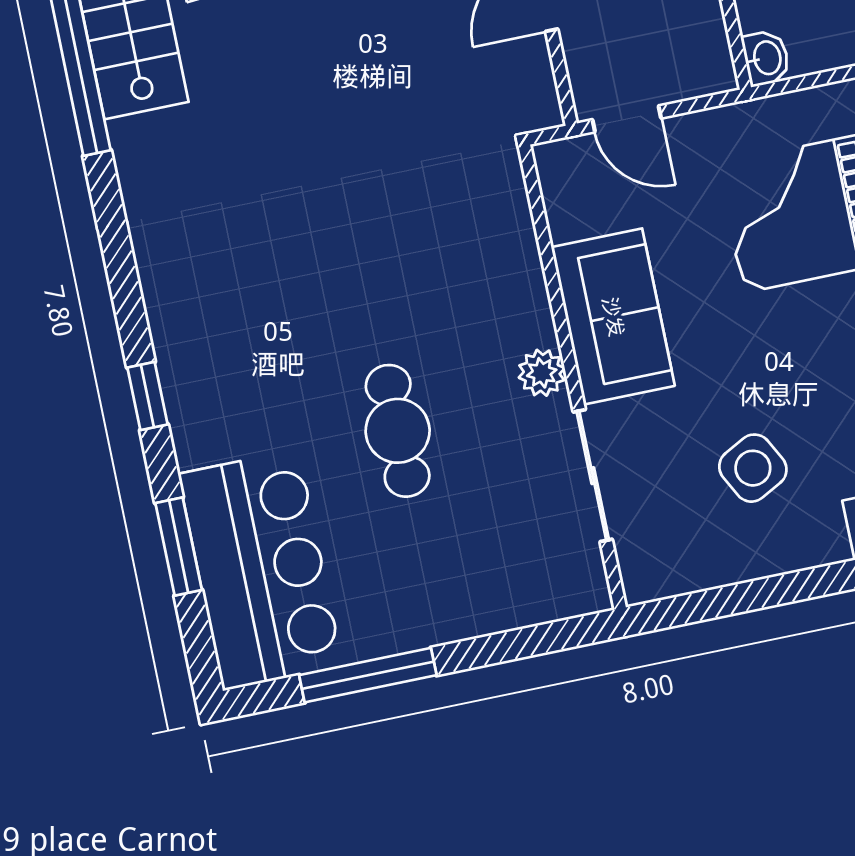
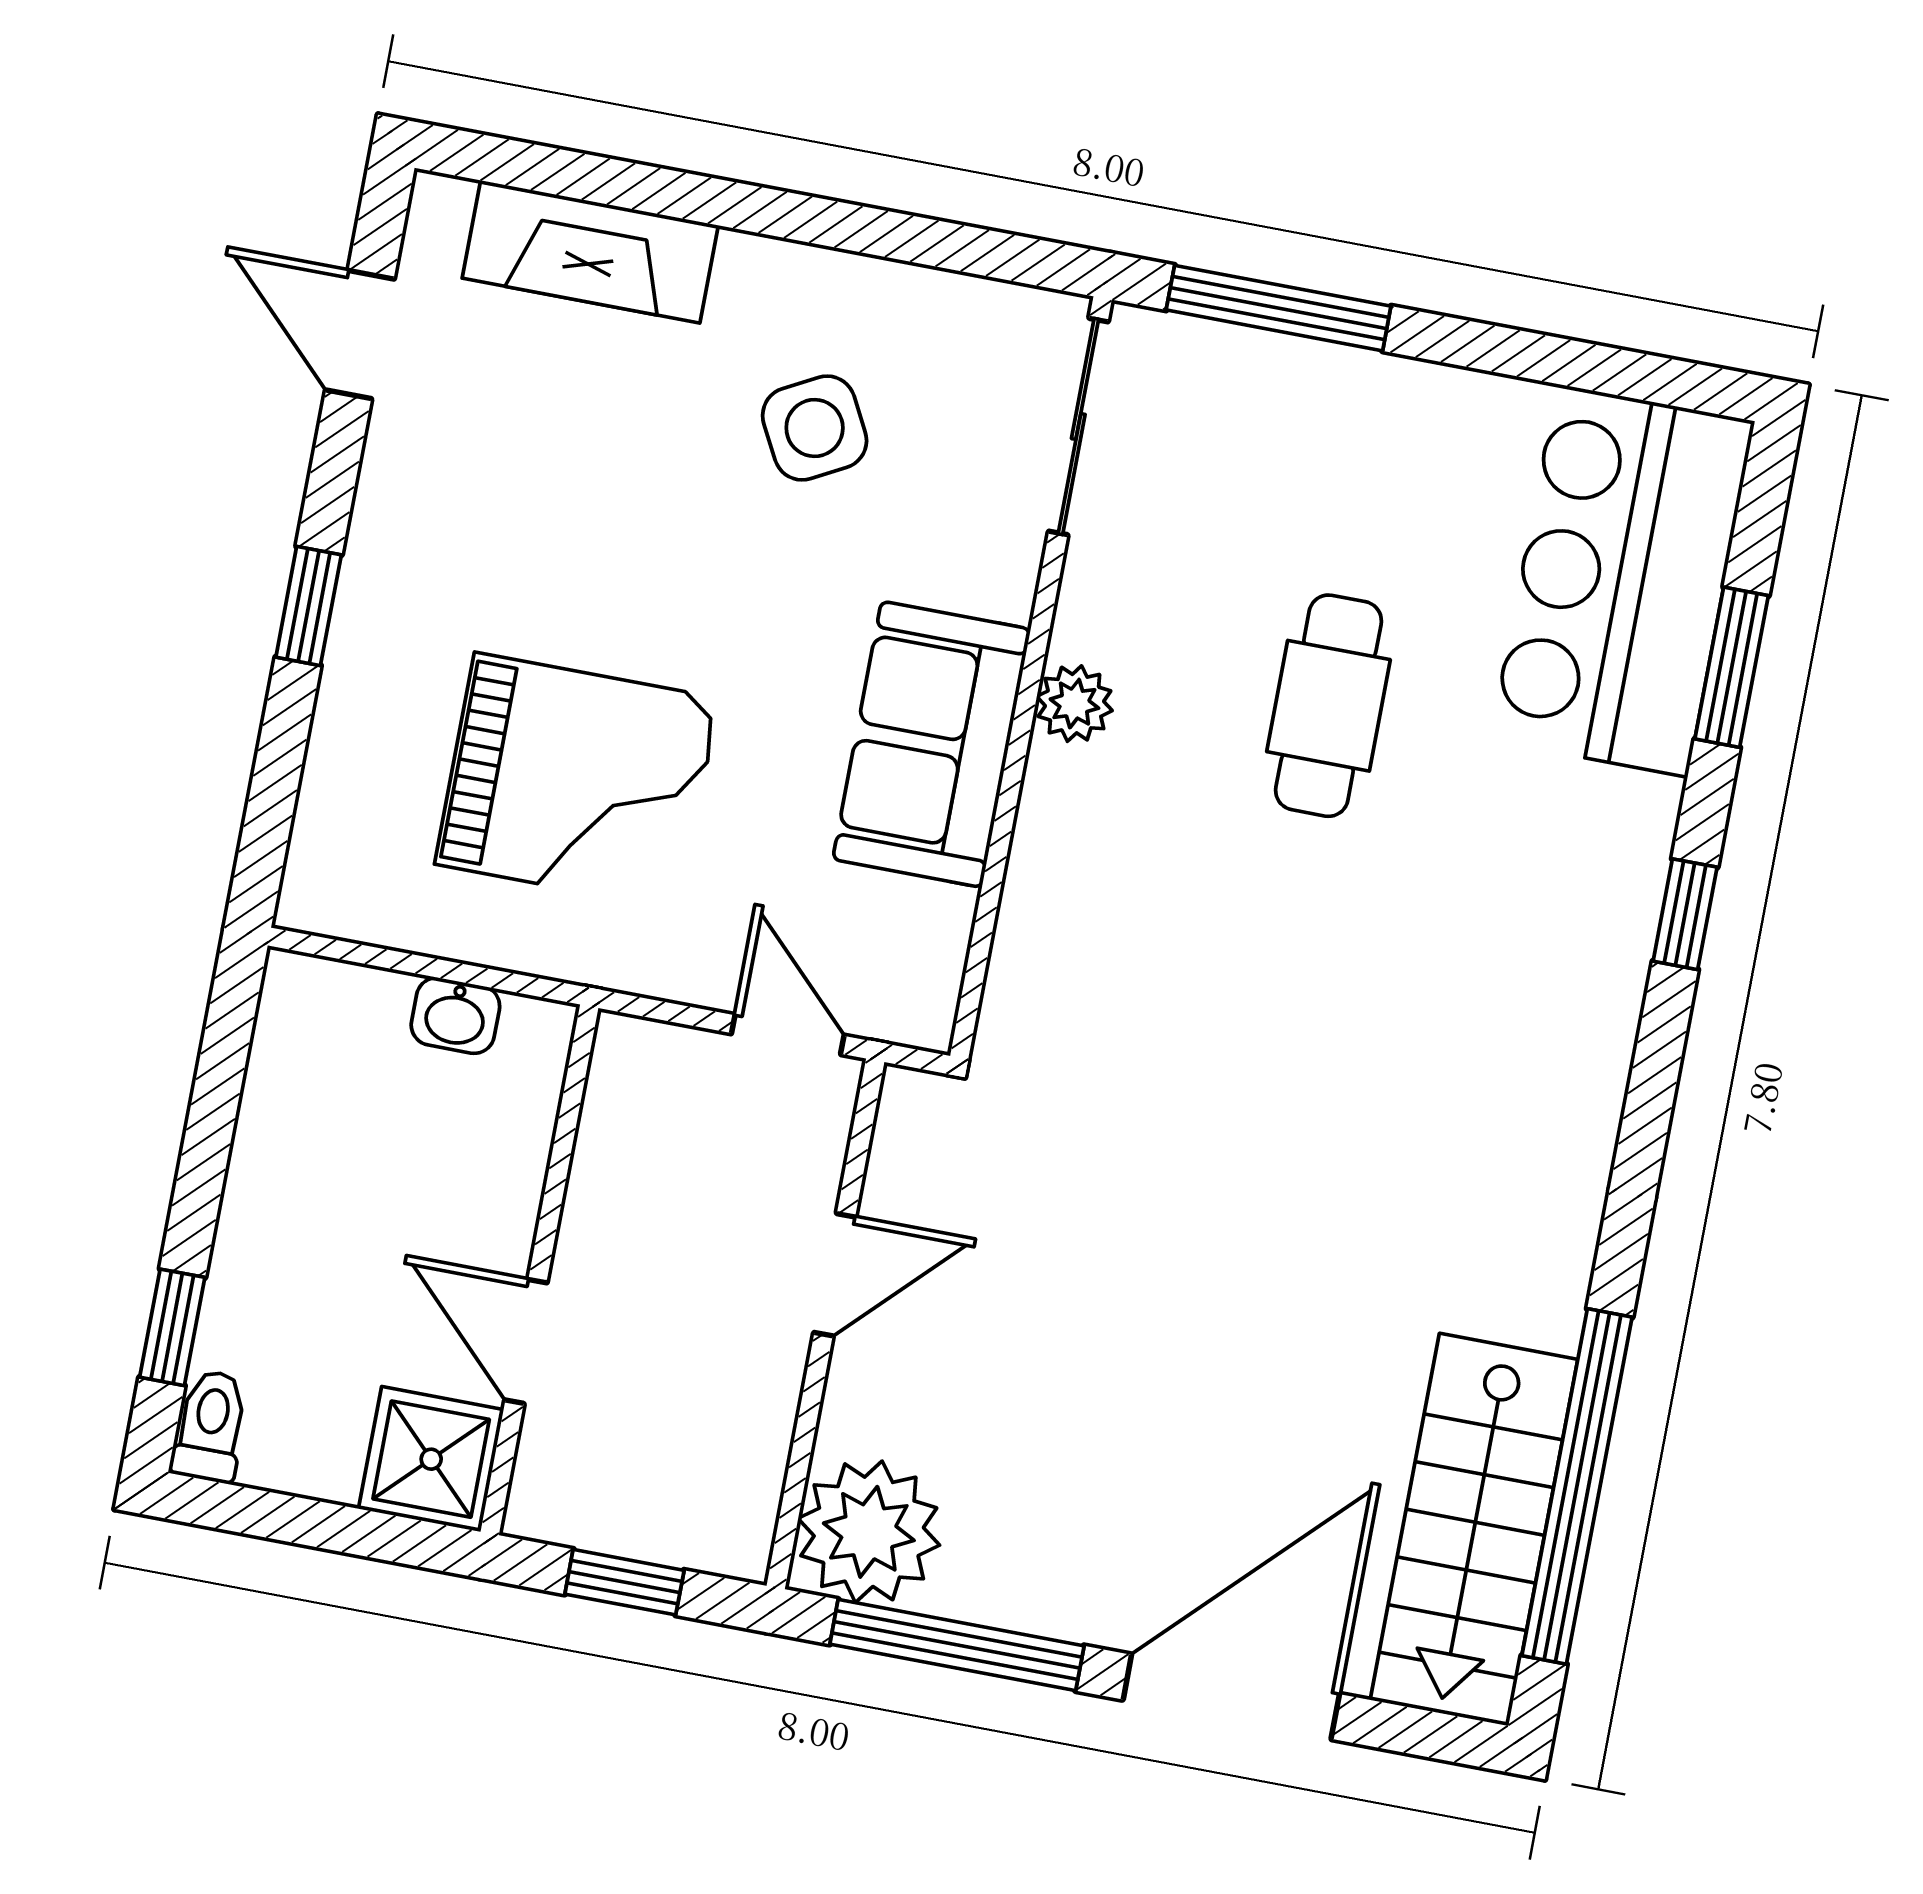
washbasin: (766, 58) -> (455, 1016), moved, turned -90
sliding door: (593, 476) -> (1078, 427), moved
window: (368, 675) -> (1279, 308), moved

